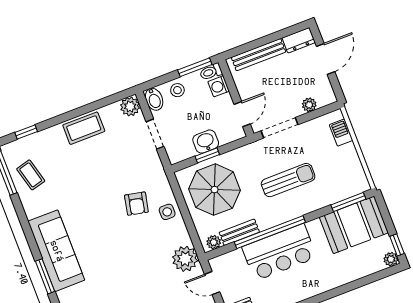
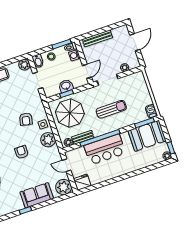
dresser: (299, 40) -> (120, 31), removed
barbecue: (341, 133) -> (151, 111), moved
plant: (185, 259) -> (48, 140), moved
armchair: (131, 263) -> (22, 152), added

